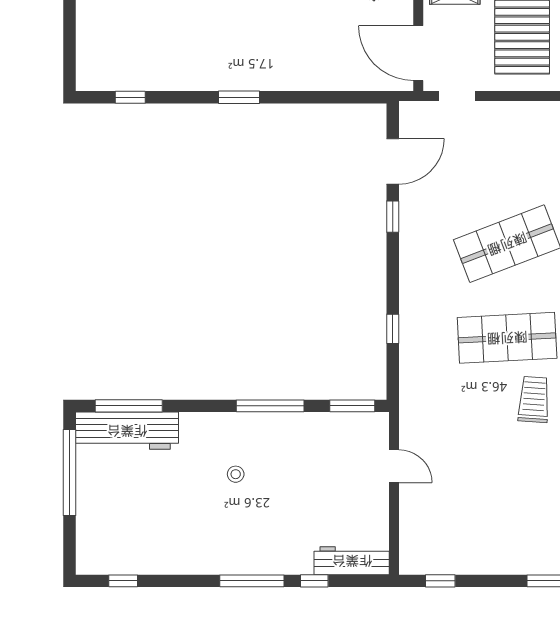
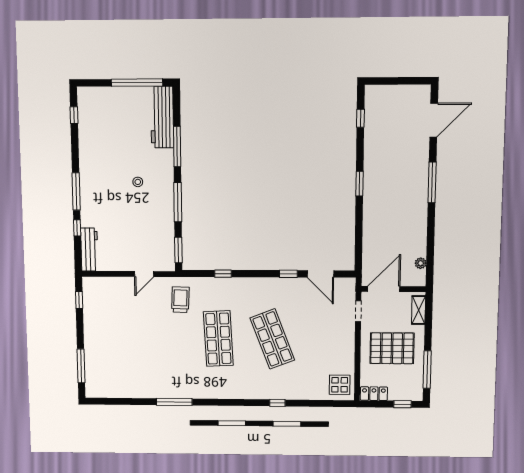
trolley: (534, 399) -> (180, 300), moved, turned -92
window: (129, 406) -> (177, 147), moved

